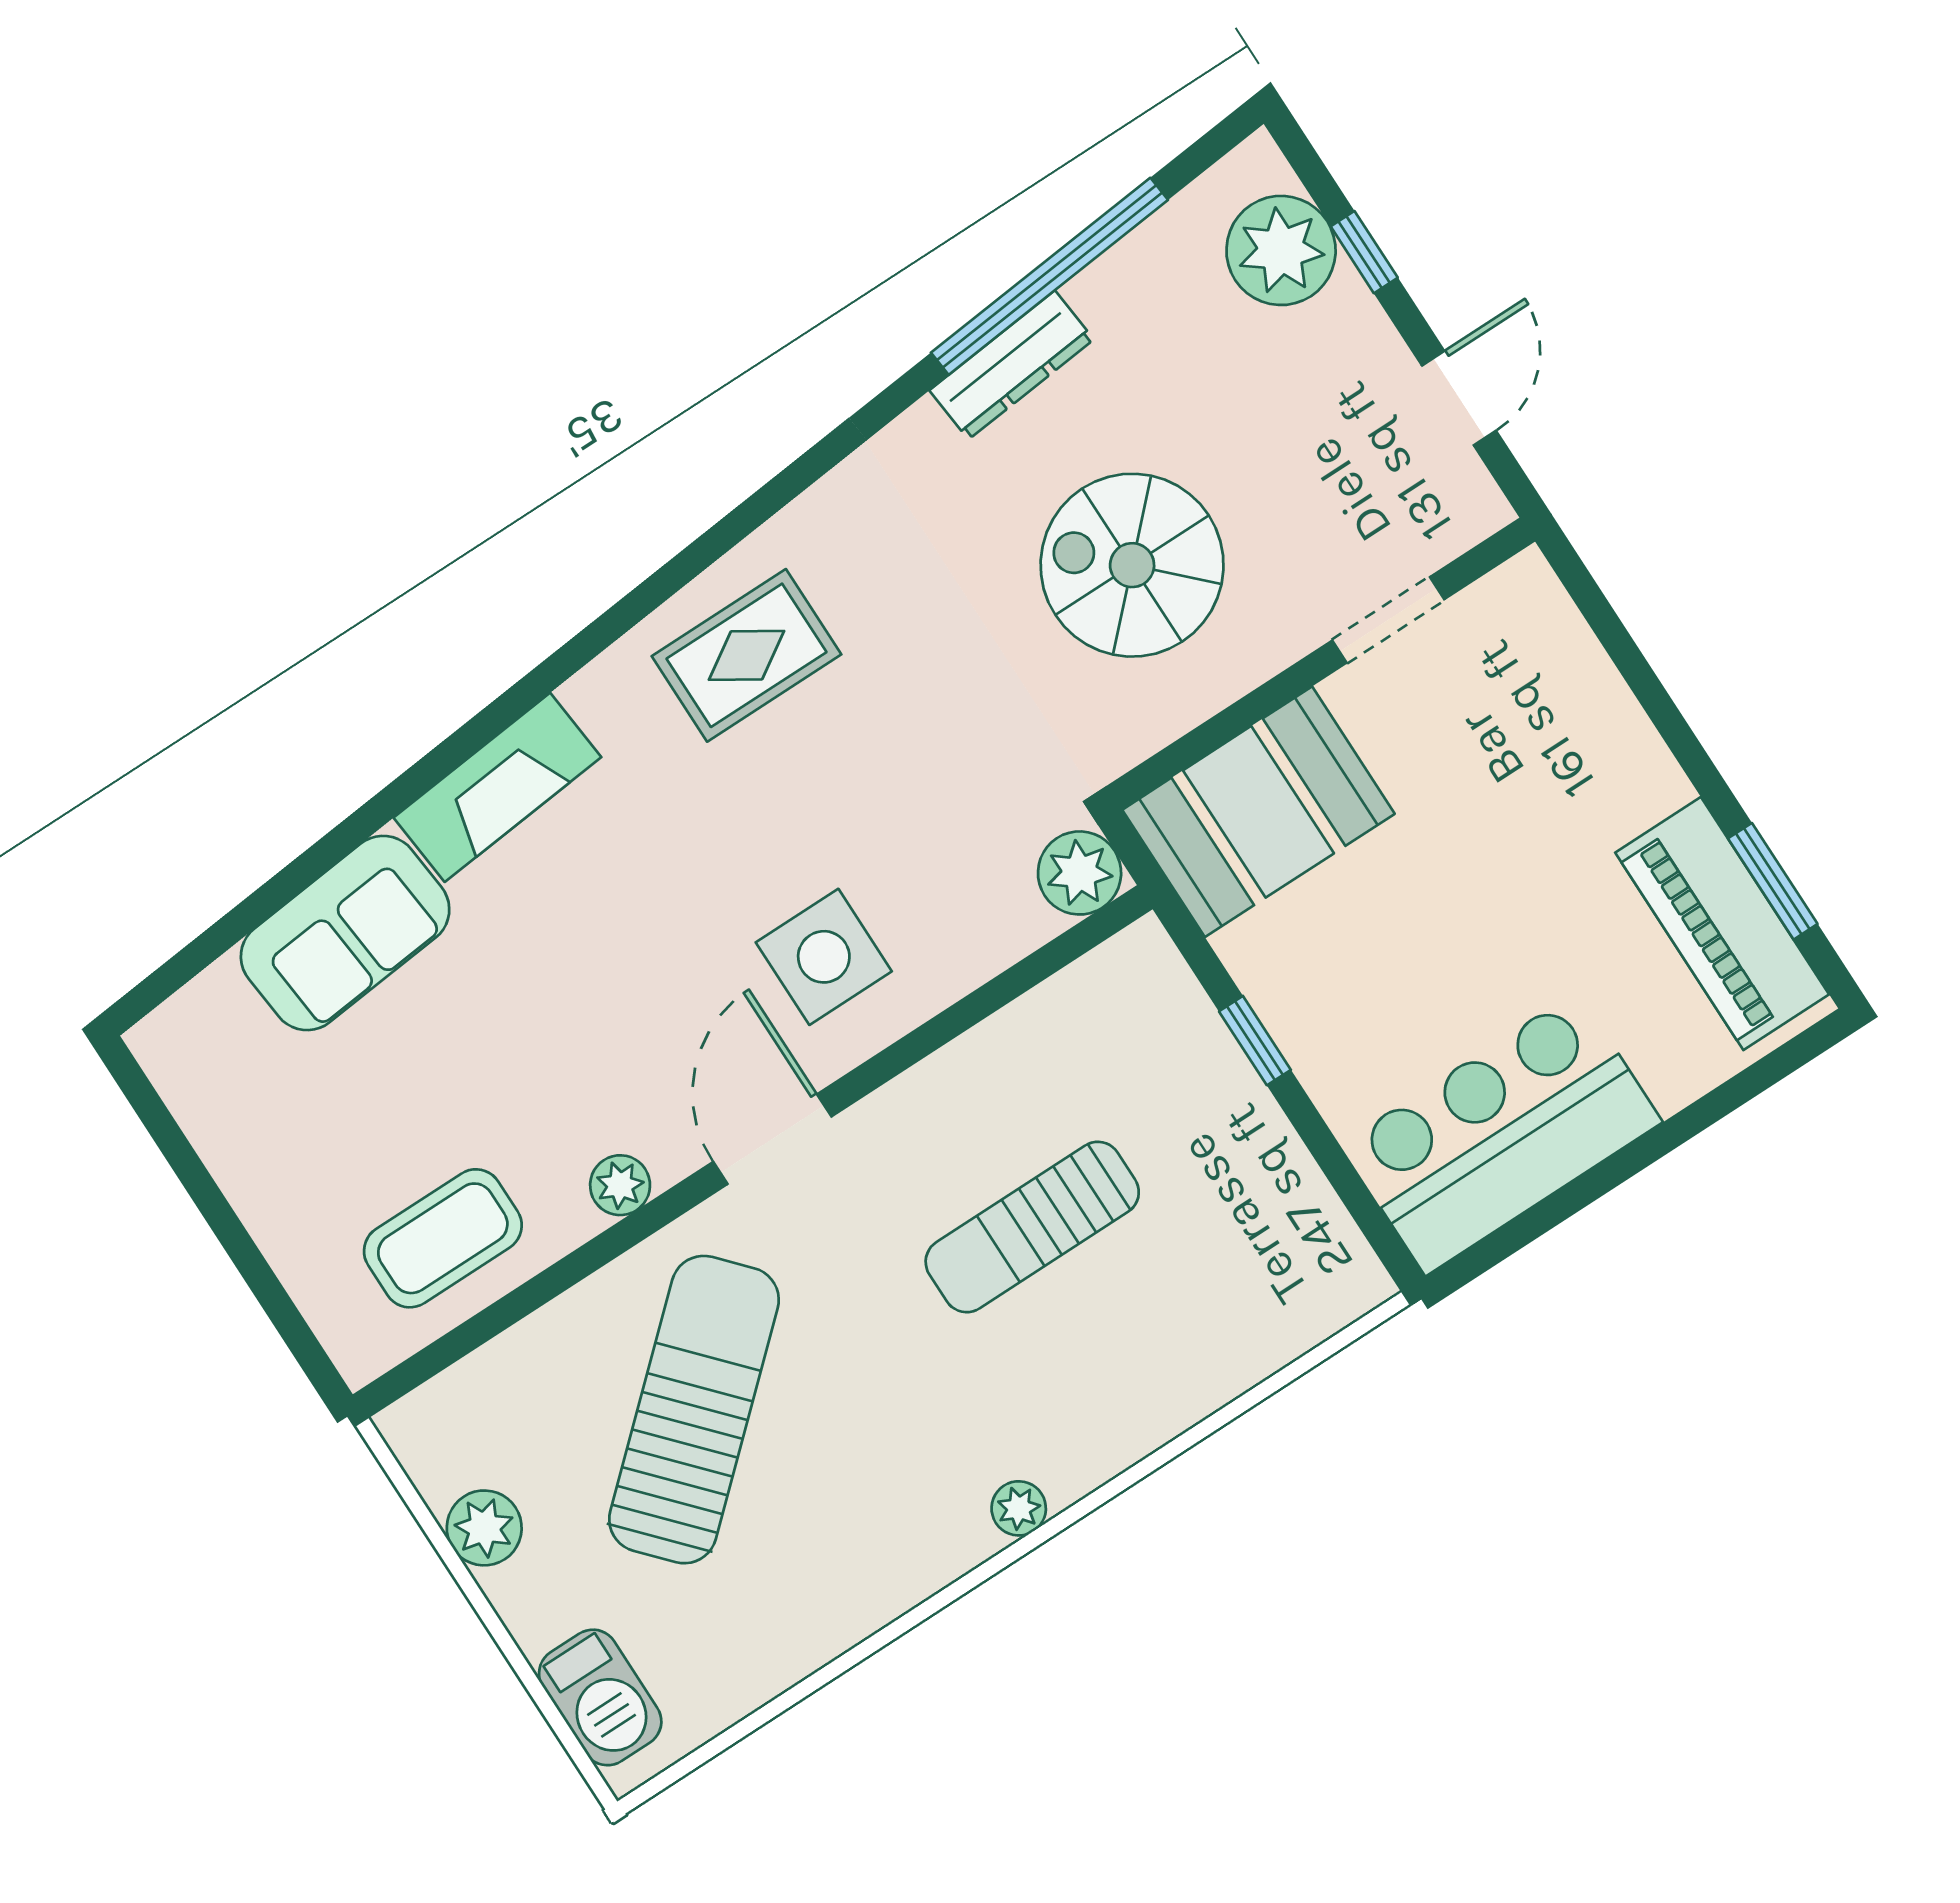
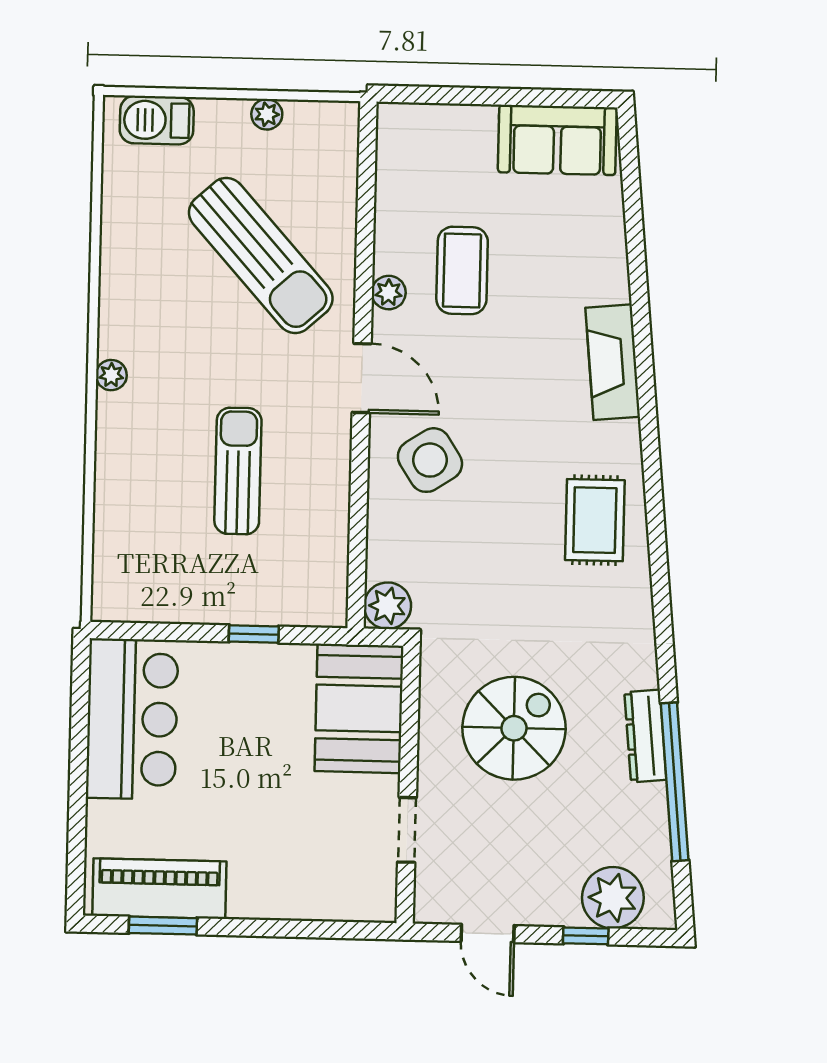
sofa: (345, 933) -> (557, 140), moved, turned -84
side table: (824, 957) -> (430, 460), turned -33
coffee table: (443, 1238) -> (462, 270), moved
plant: (484, 1528) -> (267, 114), width x0.73, depth x0.73

